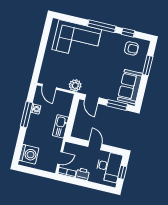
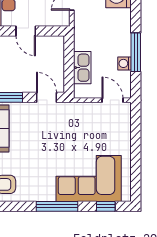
window: (128, 33) -> (106, 206), moved
plant: (75, 85) -> (75, 111), removed
kitchen sink: (60, 126) -> (82, 68), moved

